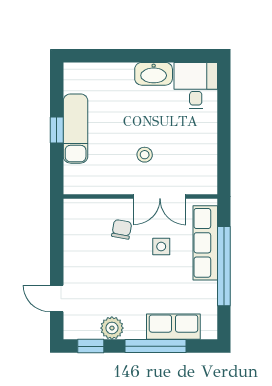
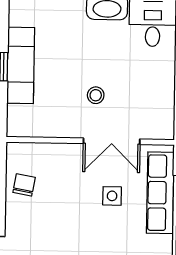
chair: (122, 229) -> (24, 185), moved

